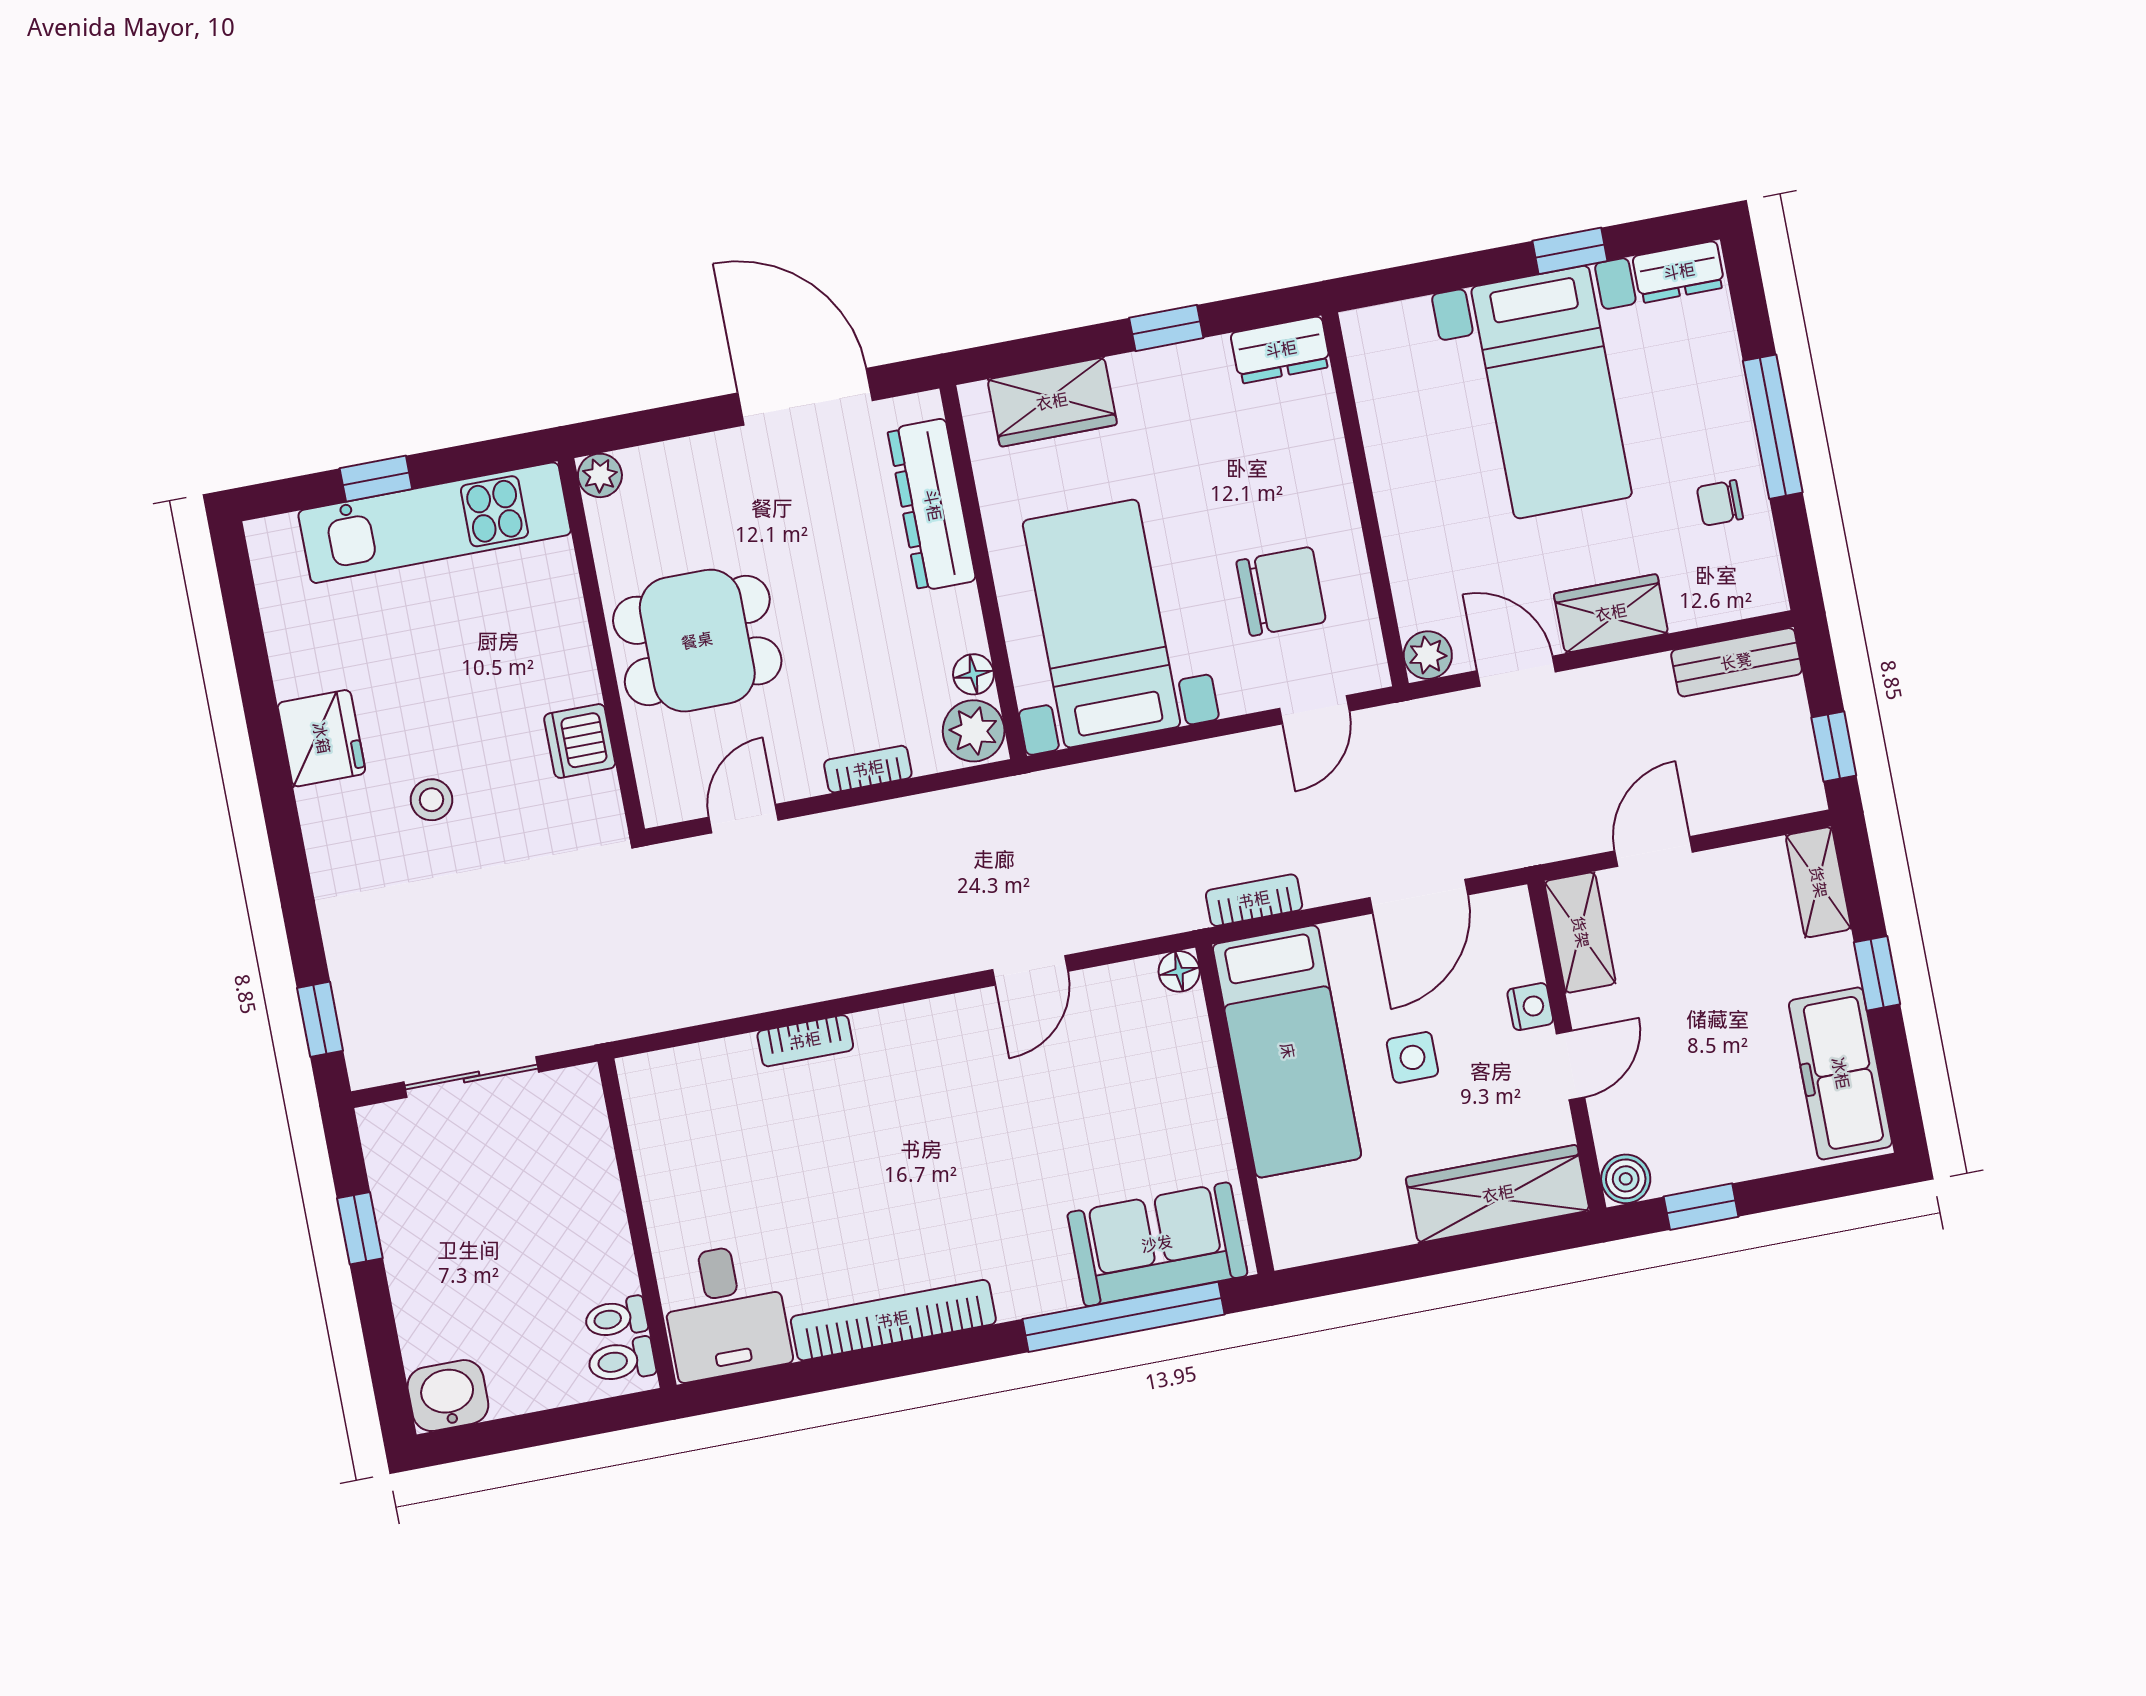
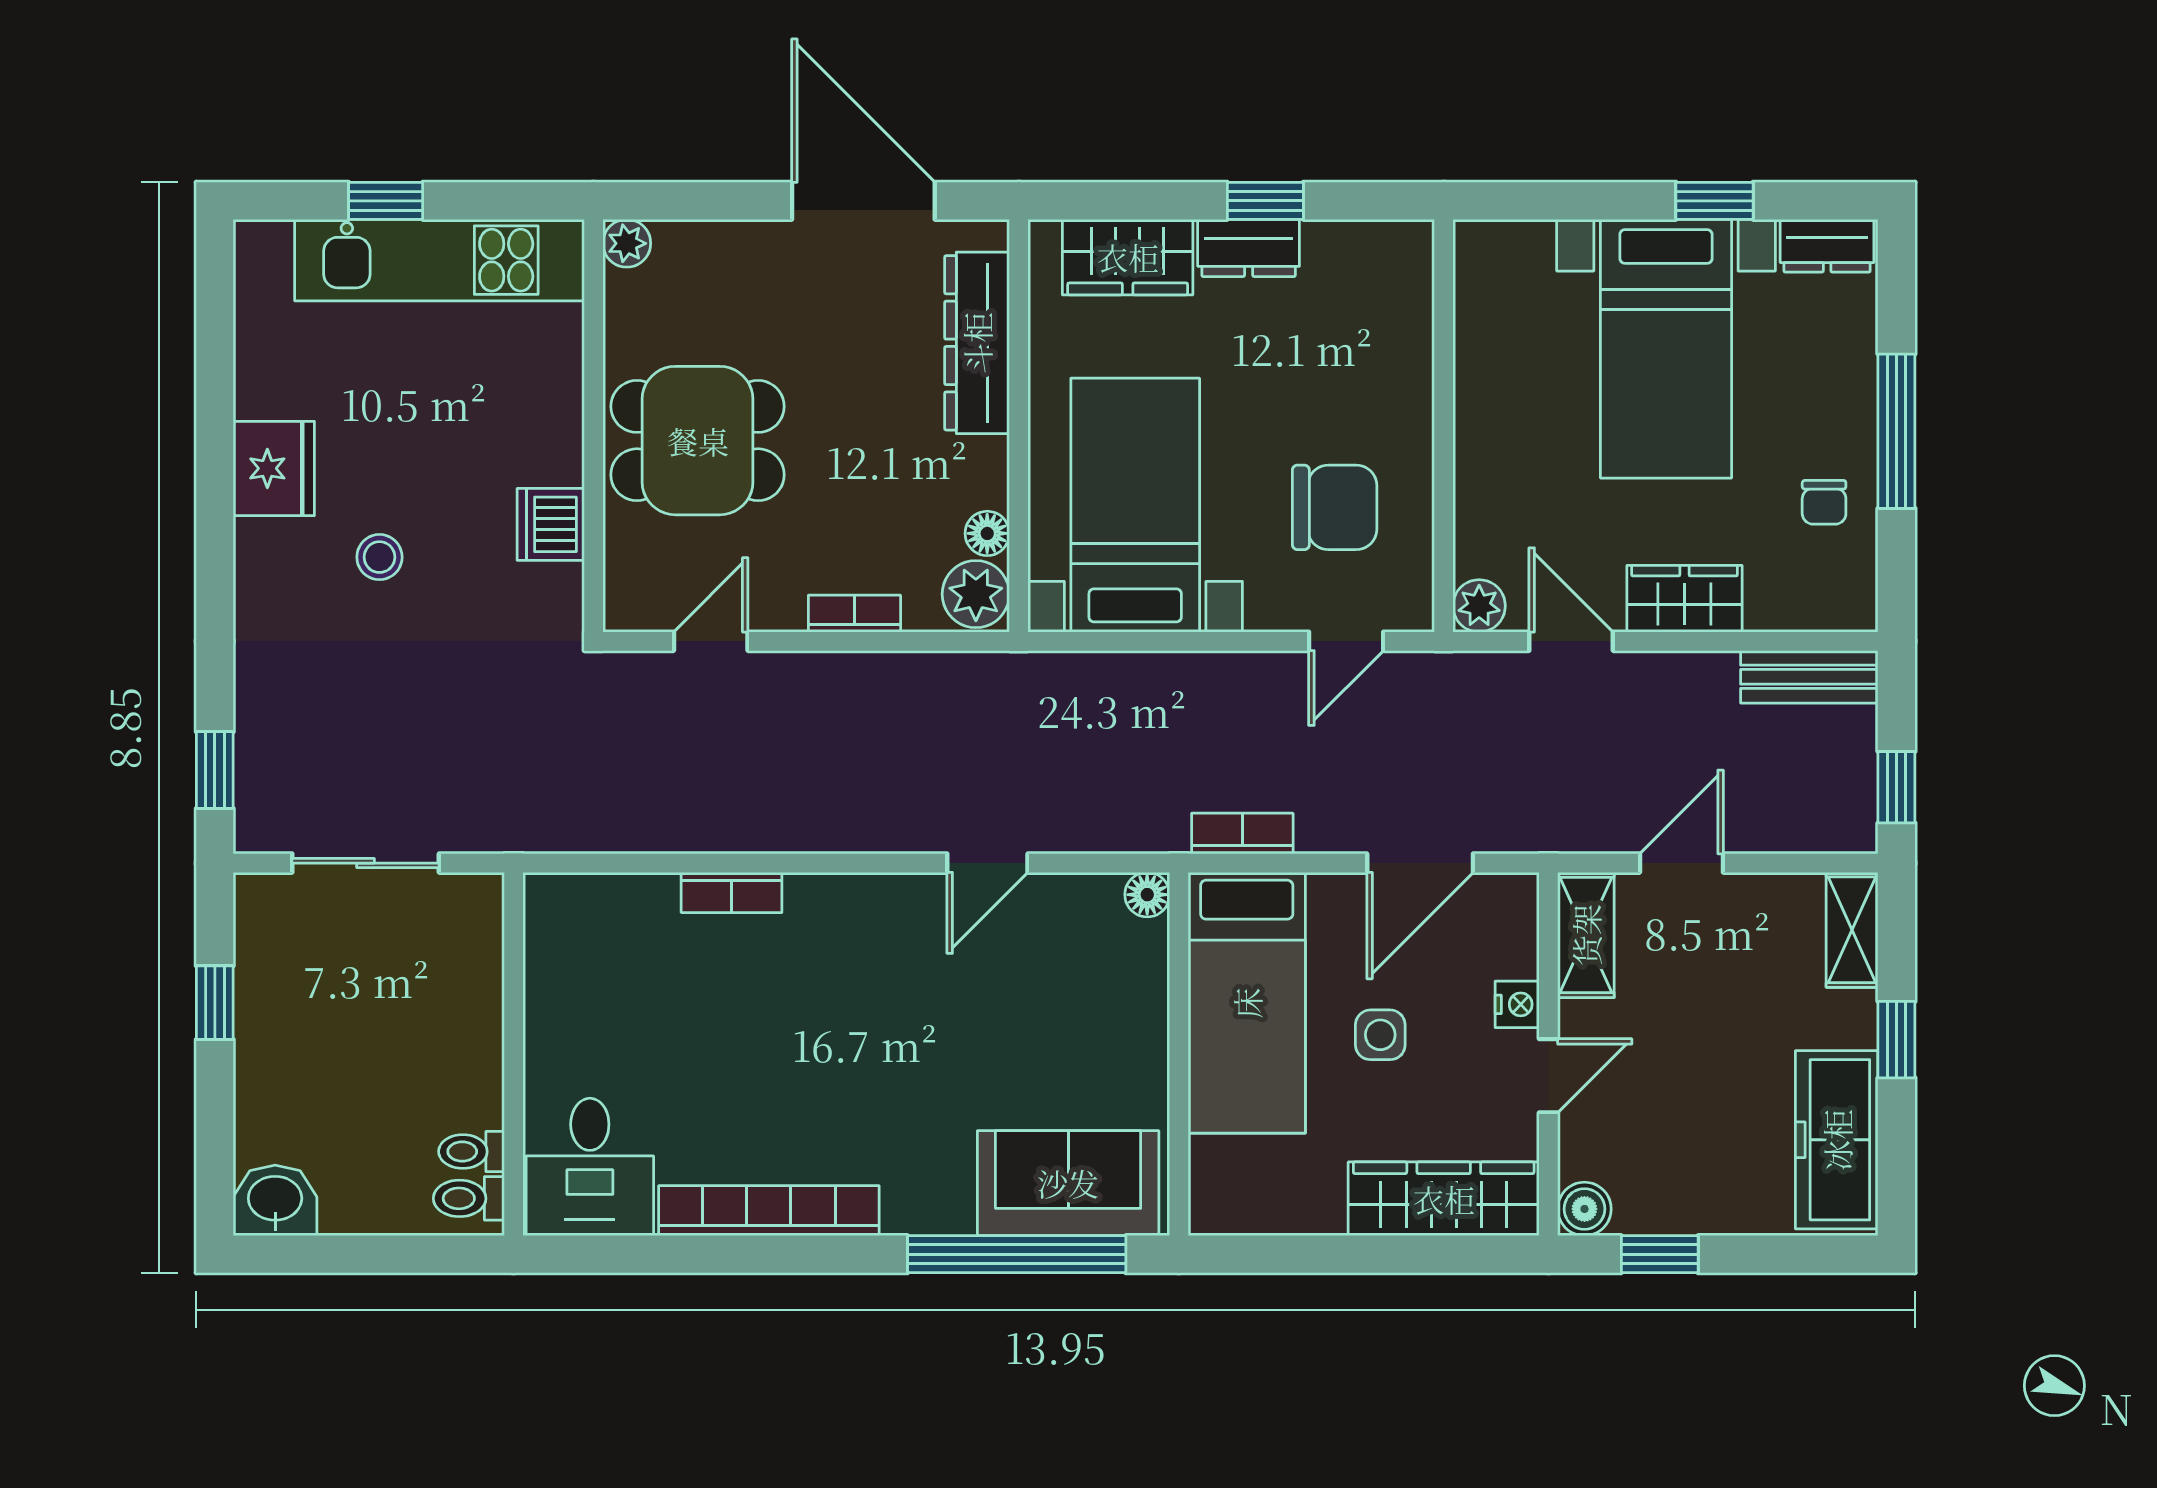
dresser: (1281, 350) -> (1249, 248), moved
chair: (1720, 503) -> (1824, 502), turned -90

